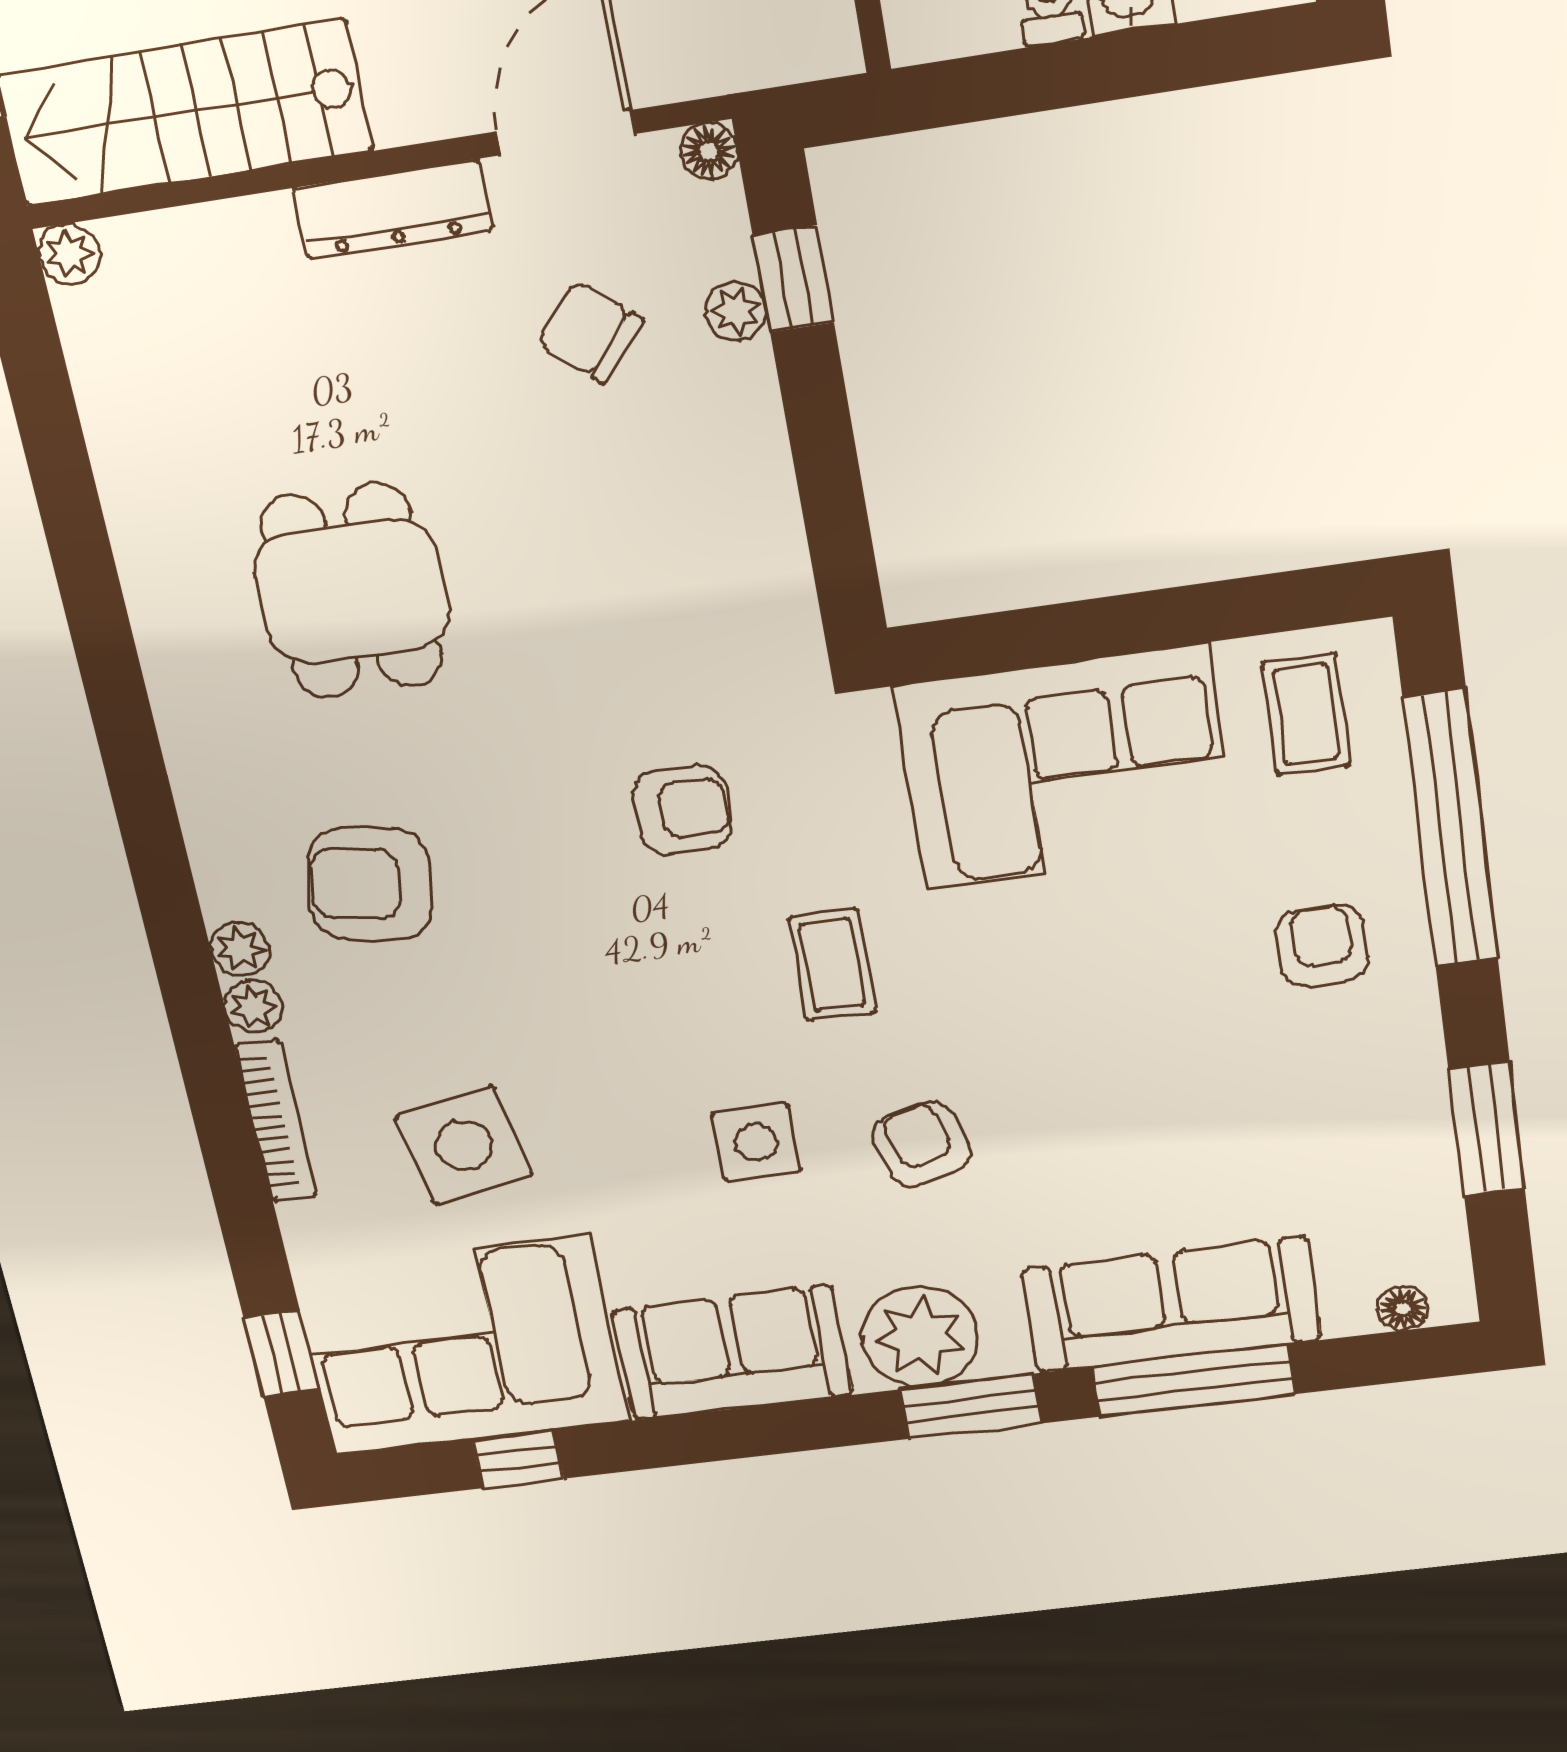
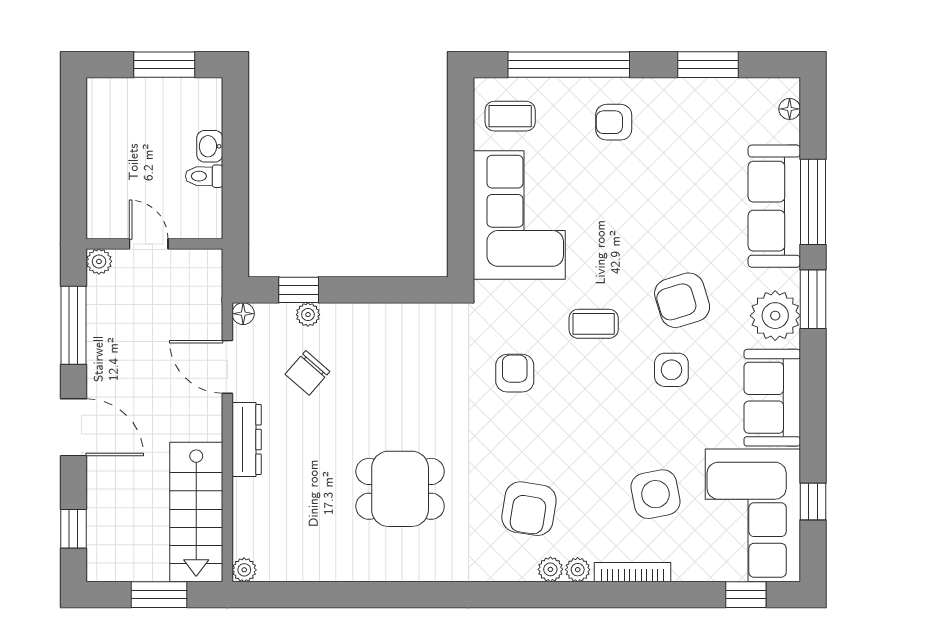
armchair: (922, 1144) -> (682, 300), width x1.38, depth x1.38

